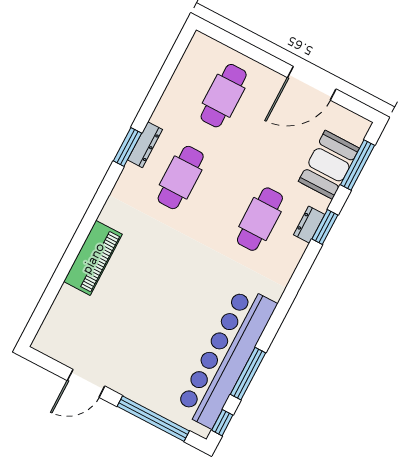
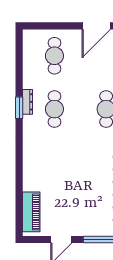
piano: (93, 258) -> (31, 212), moved

